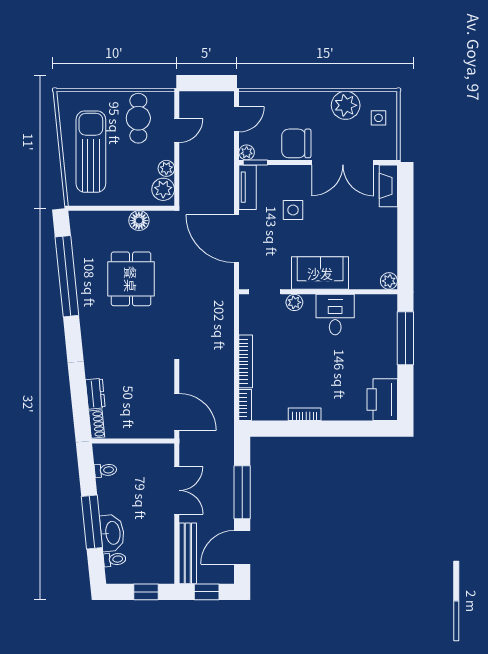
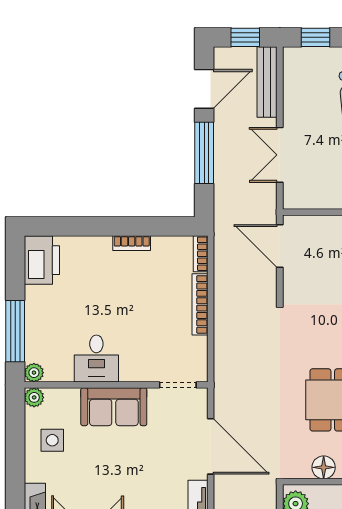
side table: (293, 210) -> (52, 440), moved
plant: (294, 302) -> (34, 373), moved

